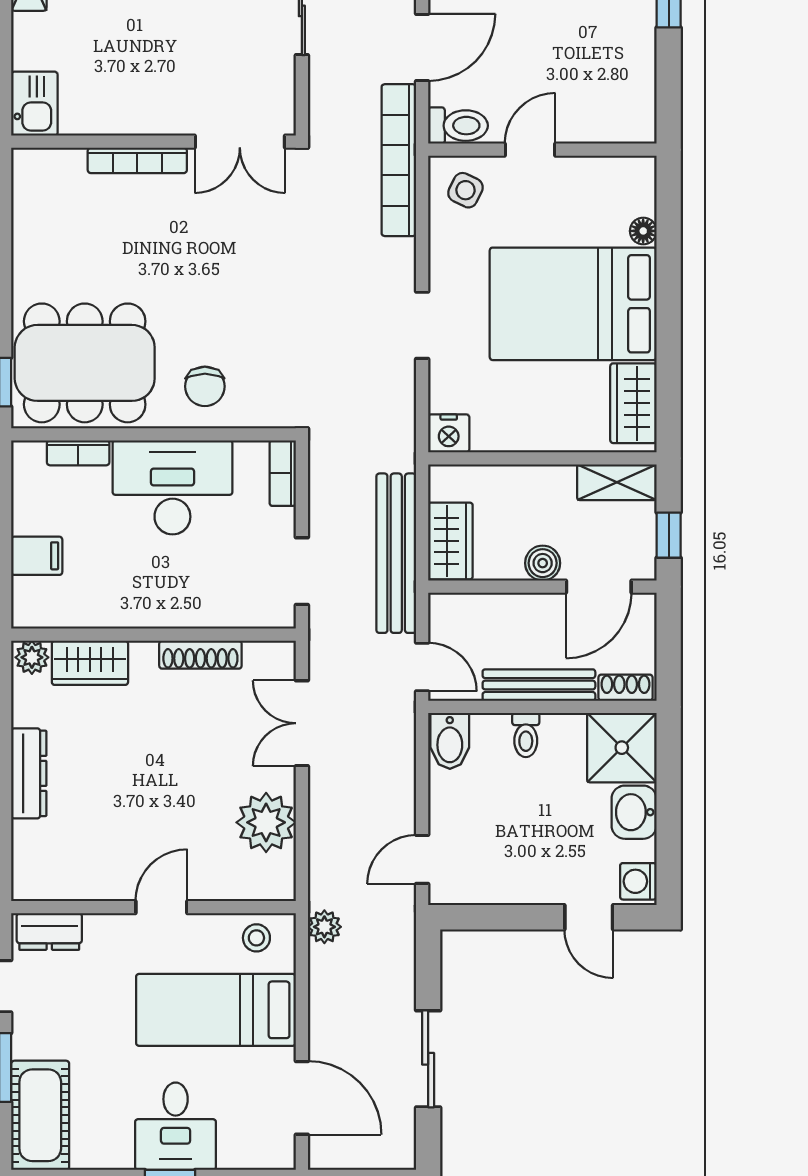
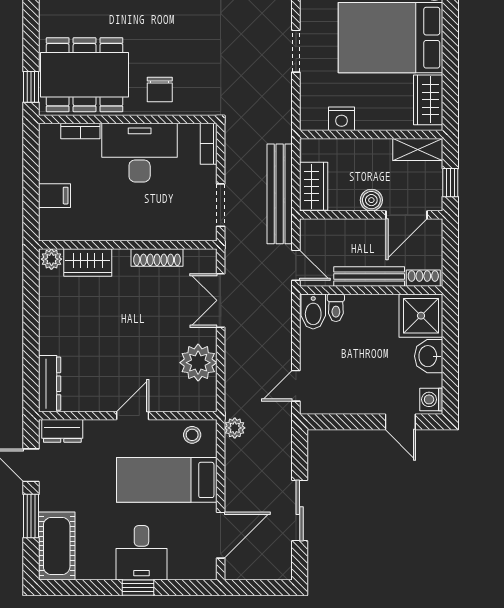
nightstand: (449, 433) -> (341, 119), moved
toilet: (526, 735) -> (336, 308), moved
dresser: (29, 773) -> (50, 384), moved
door: (302, 1098) -> (221, 535), hinge flipped

